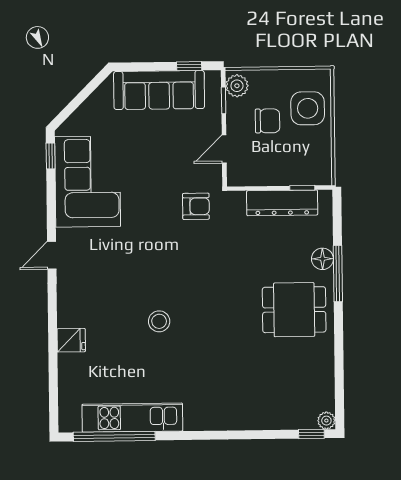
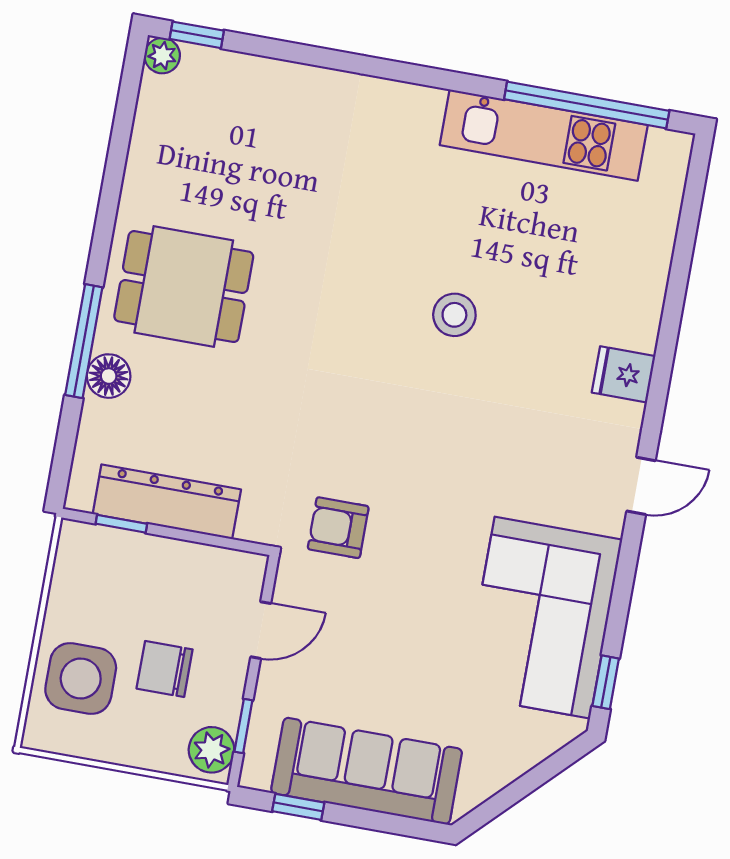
fridge: (71, 340) -> (624, 374), moved

